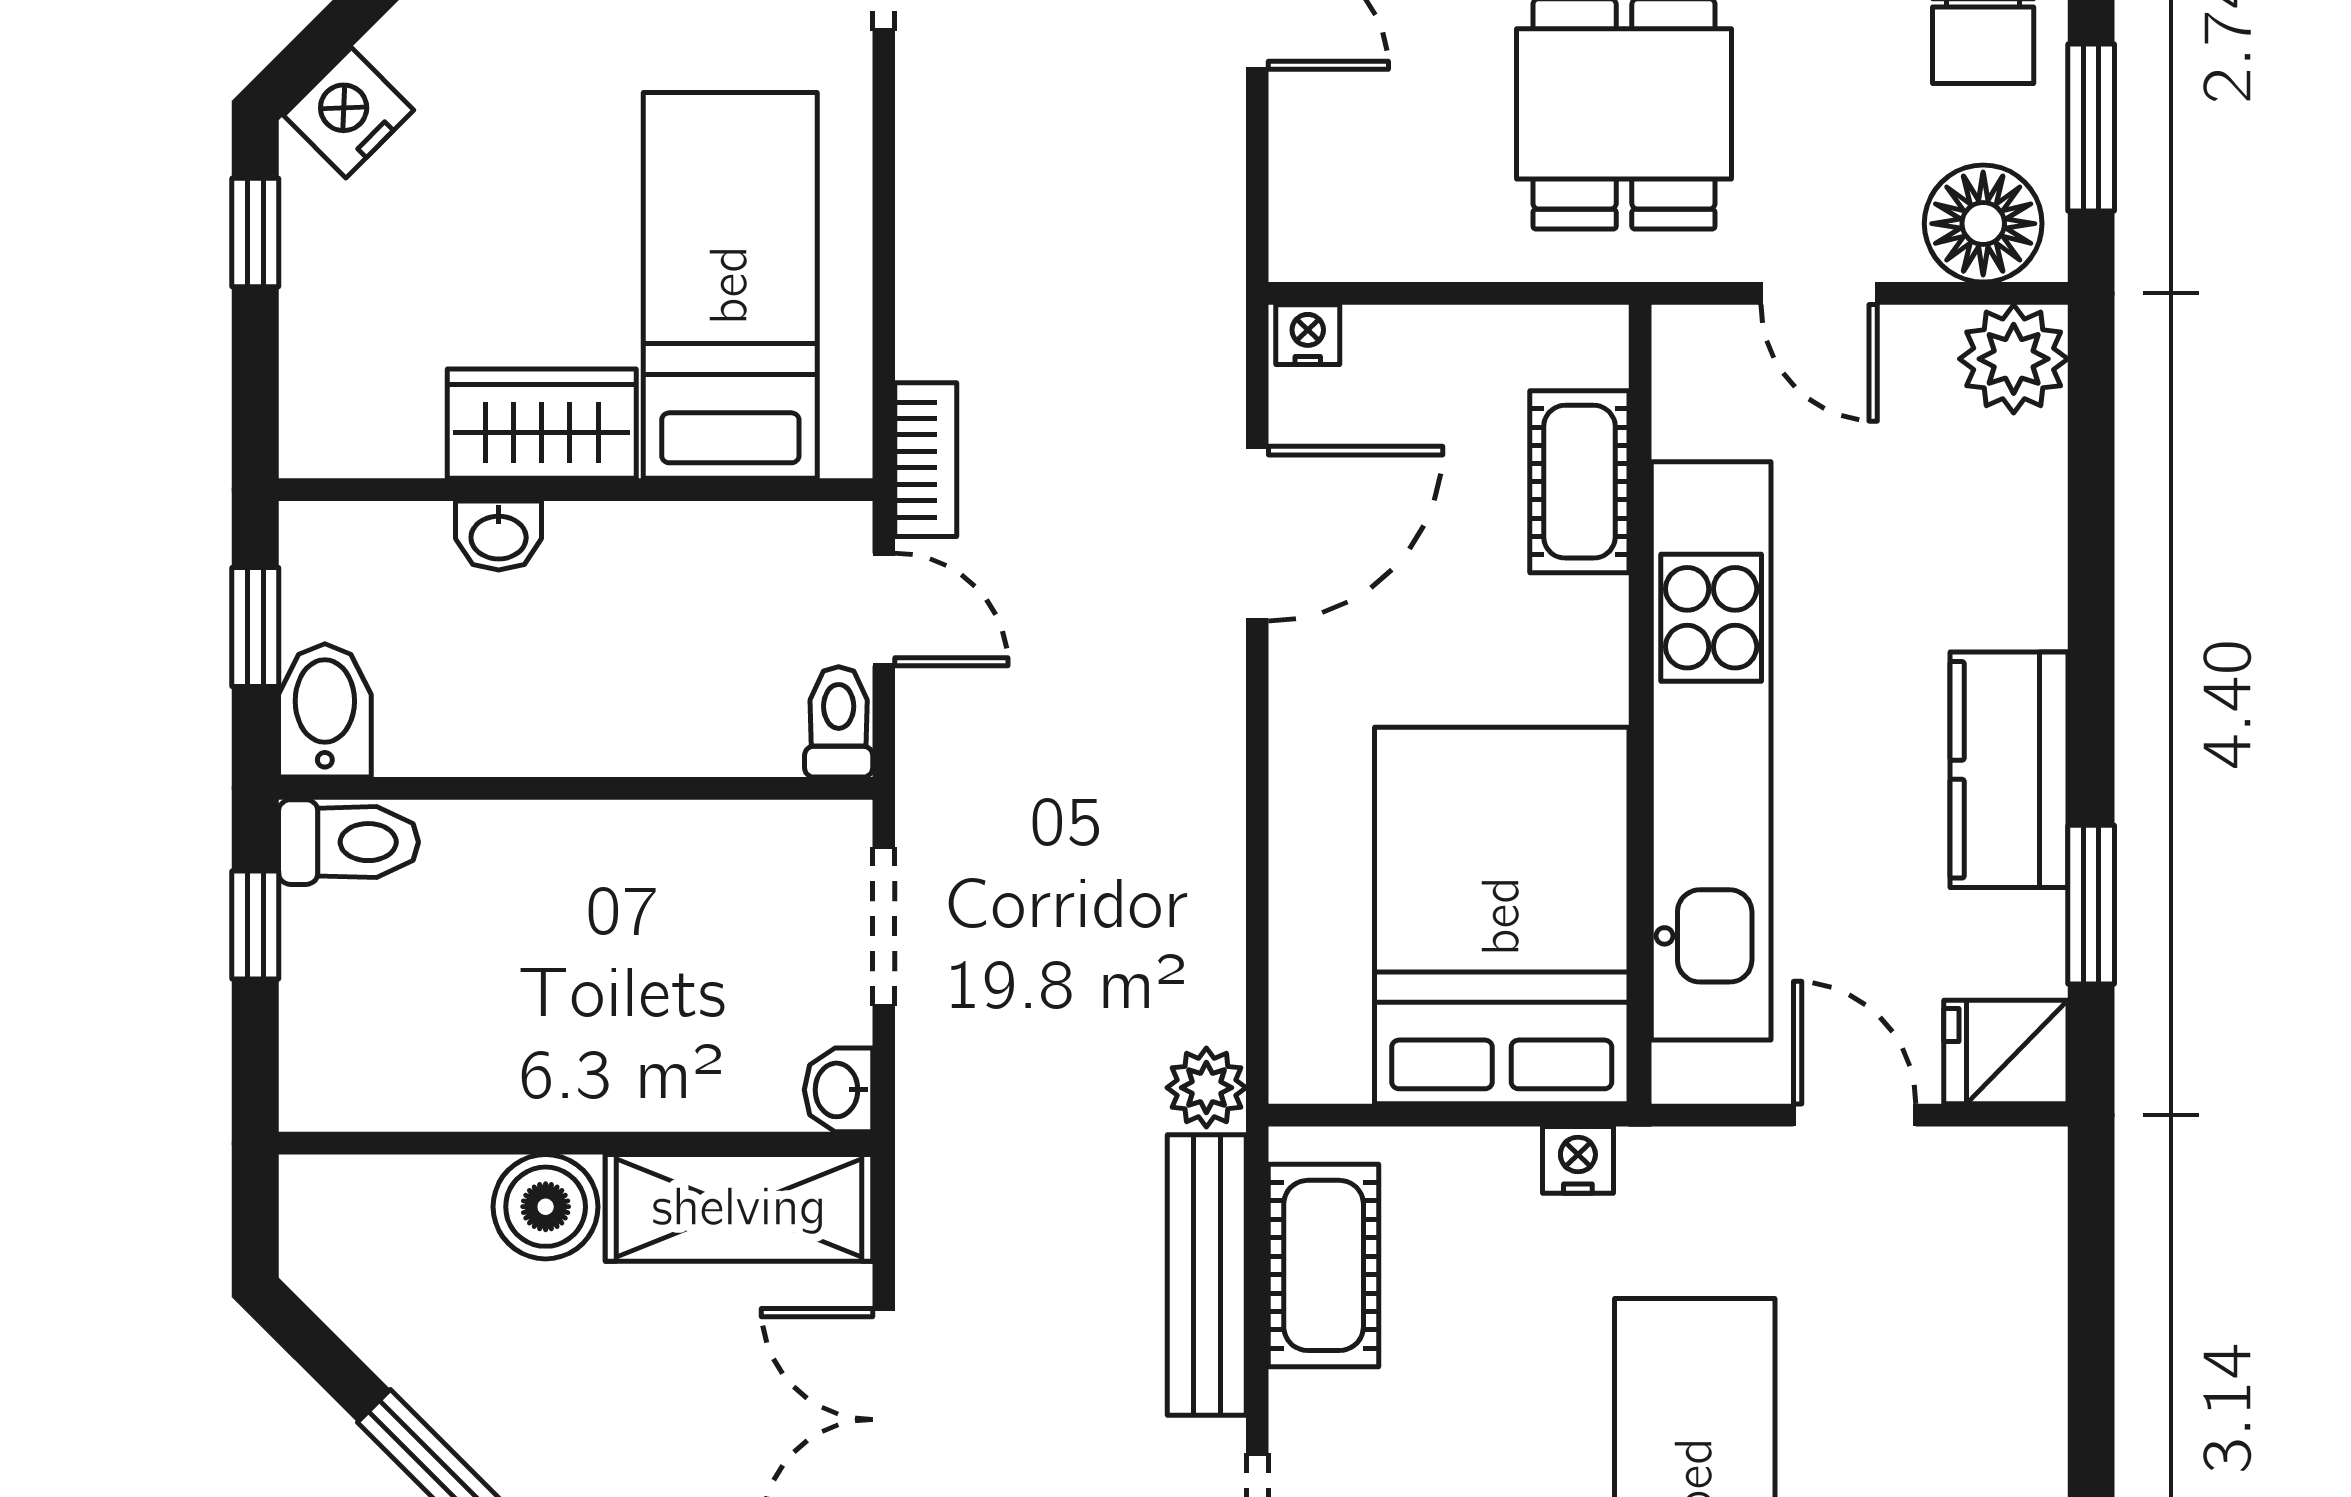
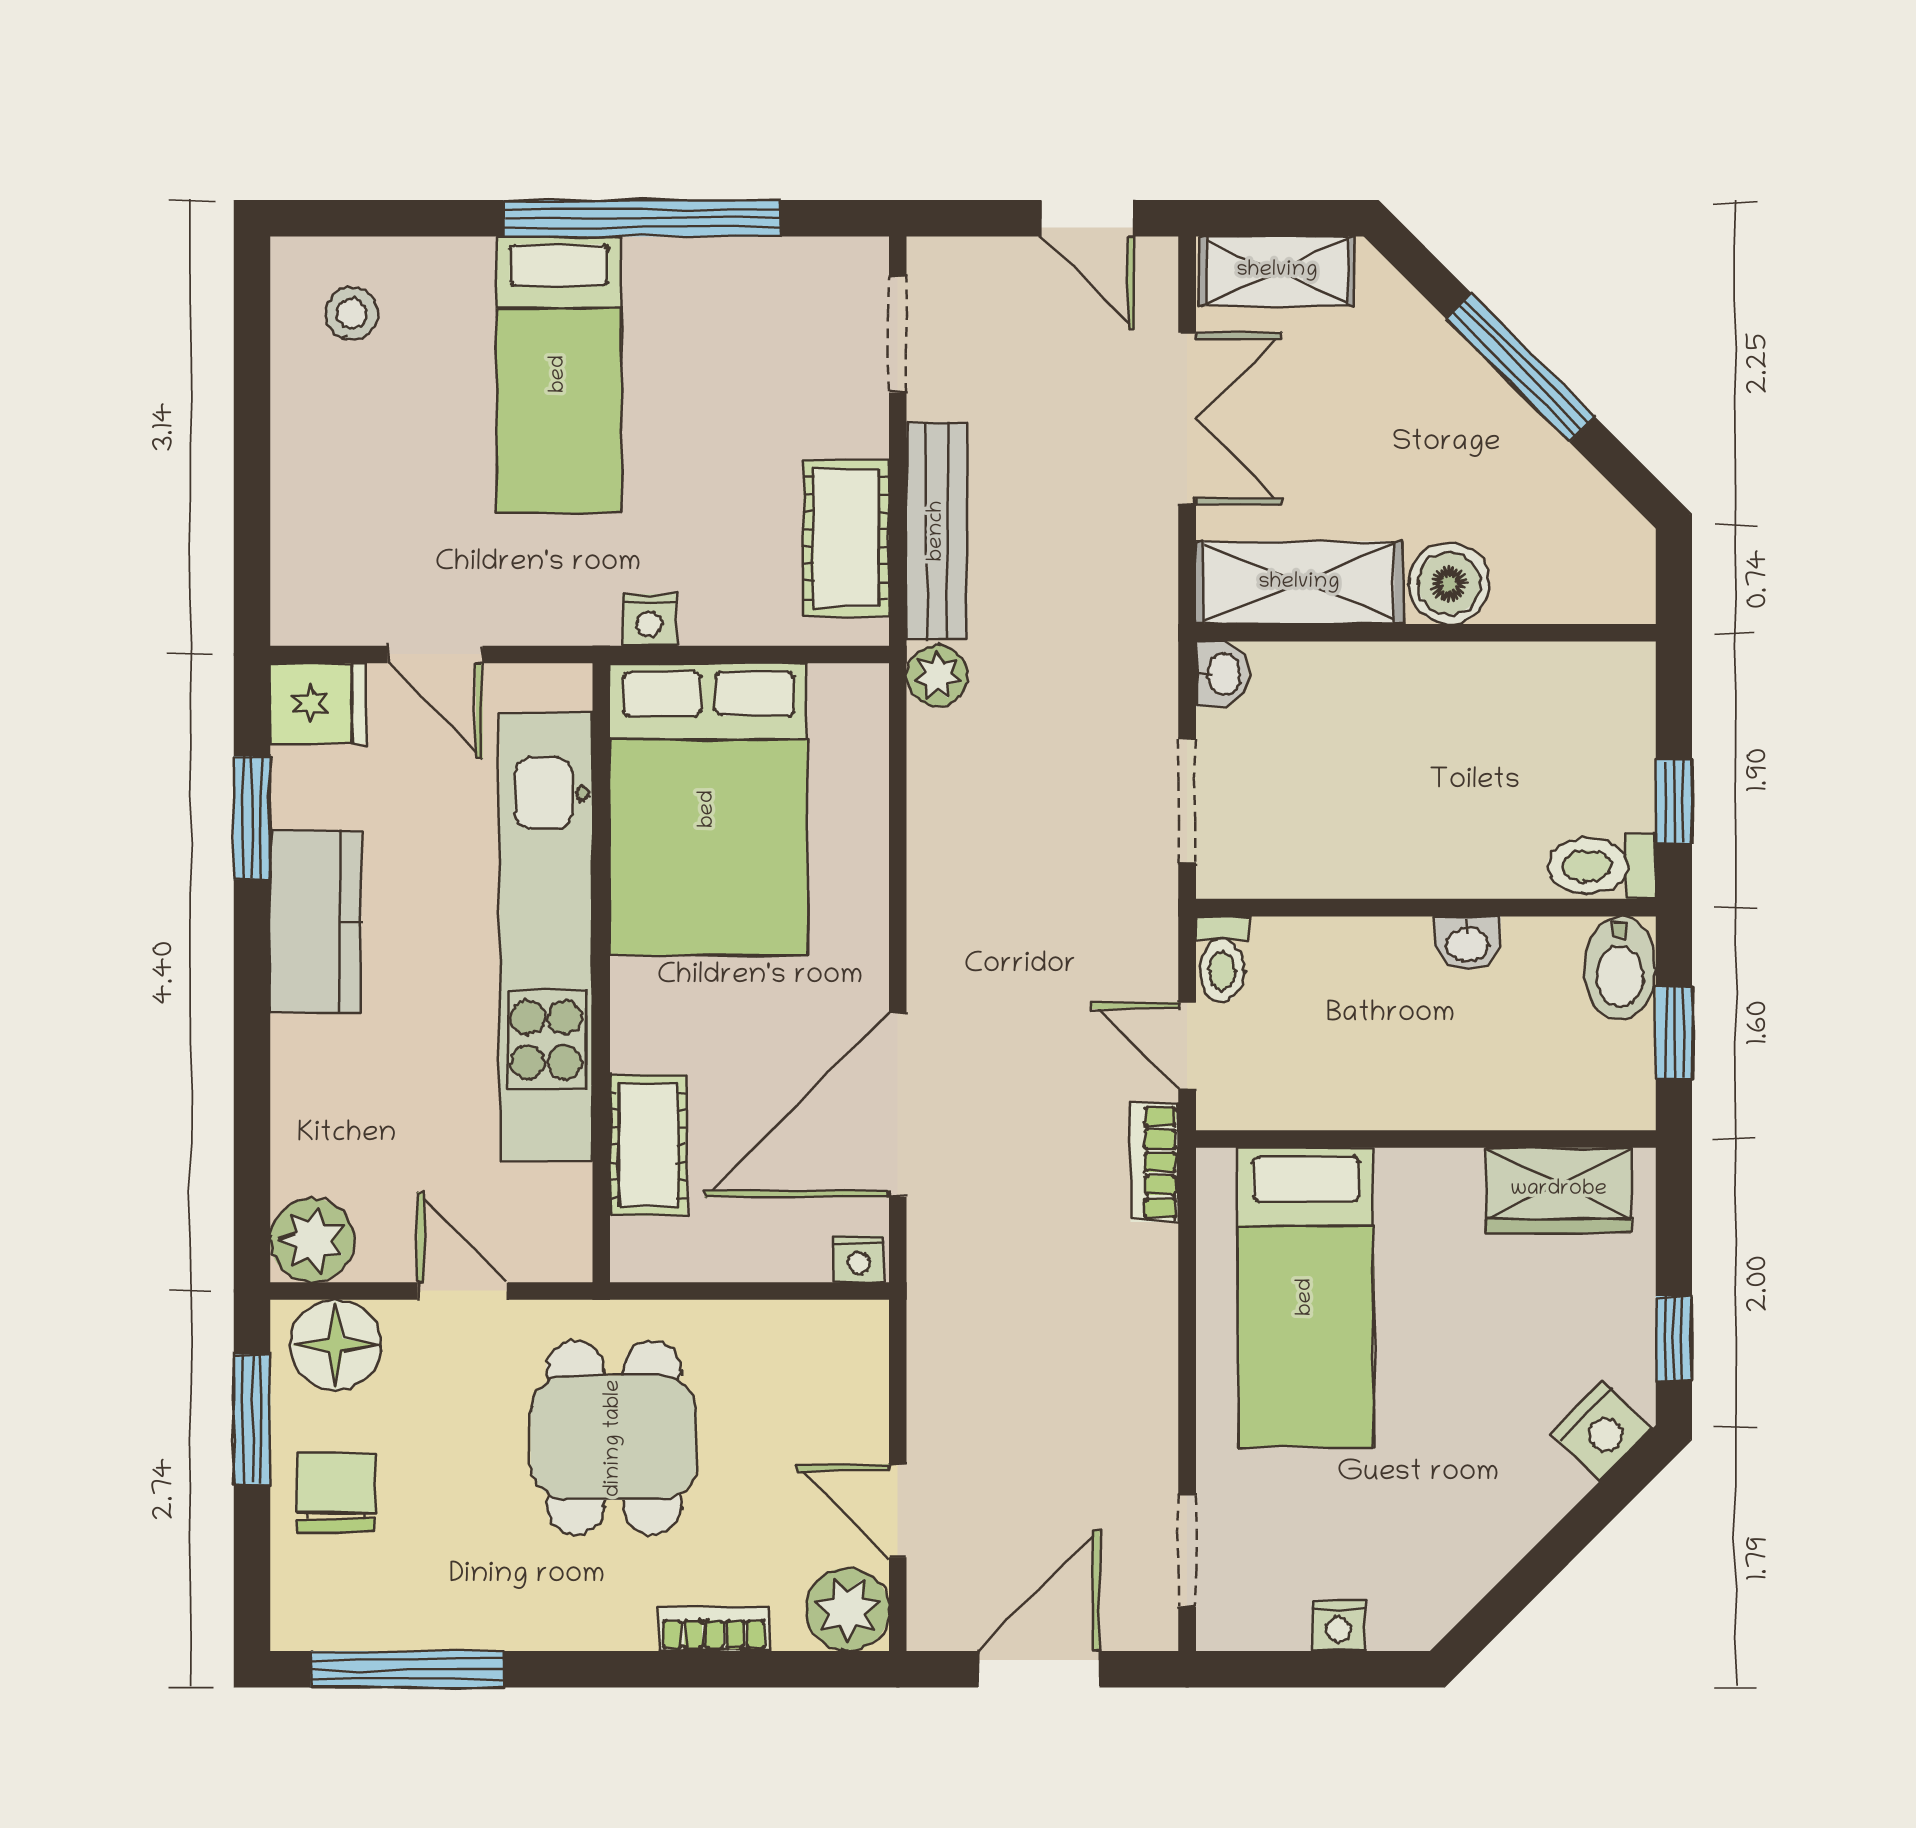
wardrobe: (542, 424) -> (1559, 1190), moved
door: (1257, 534) -> (898, 1105), width x1.36
washbasin: (499, 535) -> (1467, 943), moved, turned 180

